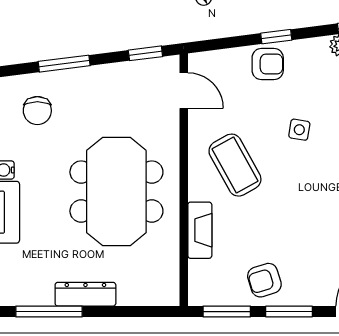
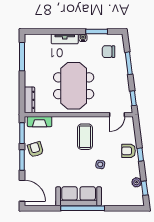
armchair: (268, 64) -> (129, 151), turned 90
coffee table: (235, 165) -> (85, 137), turned -61
meeting table: (116, 192) -> (74, 86), turned 90
fireplace: (200, 230) -> (40, 122), moved
dresser: (85, 294) -> (29, 100), moved

